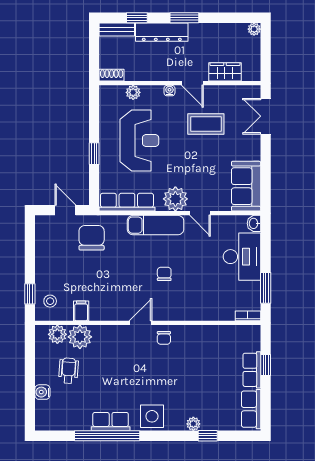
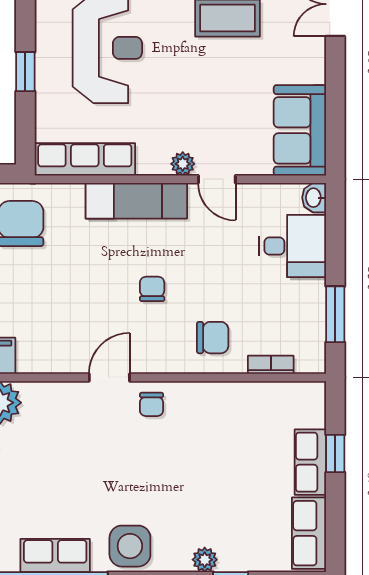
plant: (175, 199) -> (183, 164), width x0.53, depth x0.53
desk: (242, 257) -> (292, 246), width x0.73
chair: (198, 301) -> (213, 338), added
bookcase: (248, 316) -> (271, 365), moved

